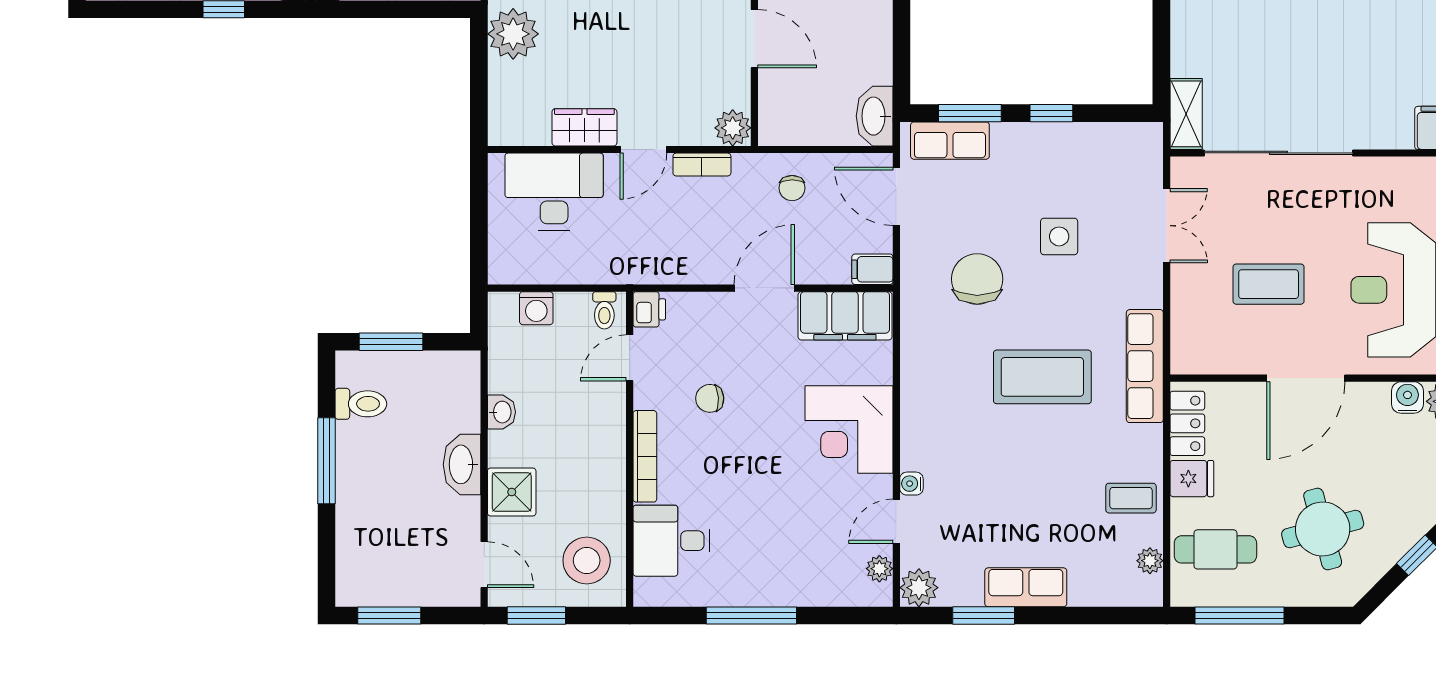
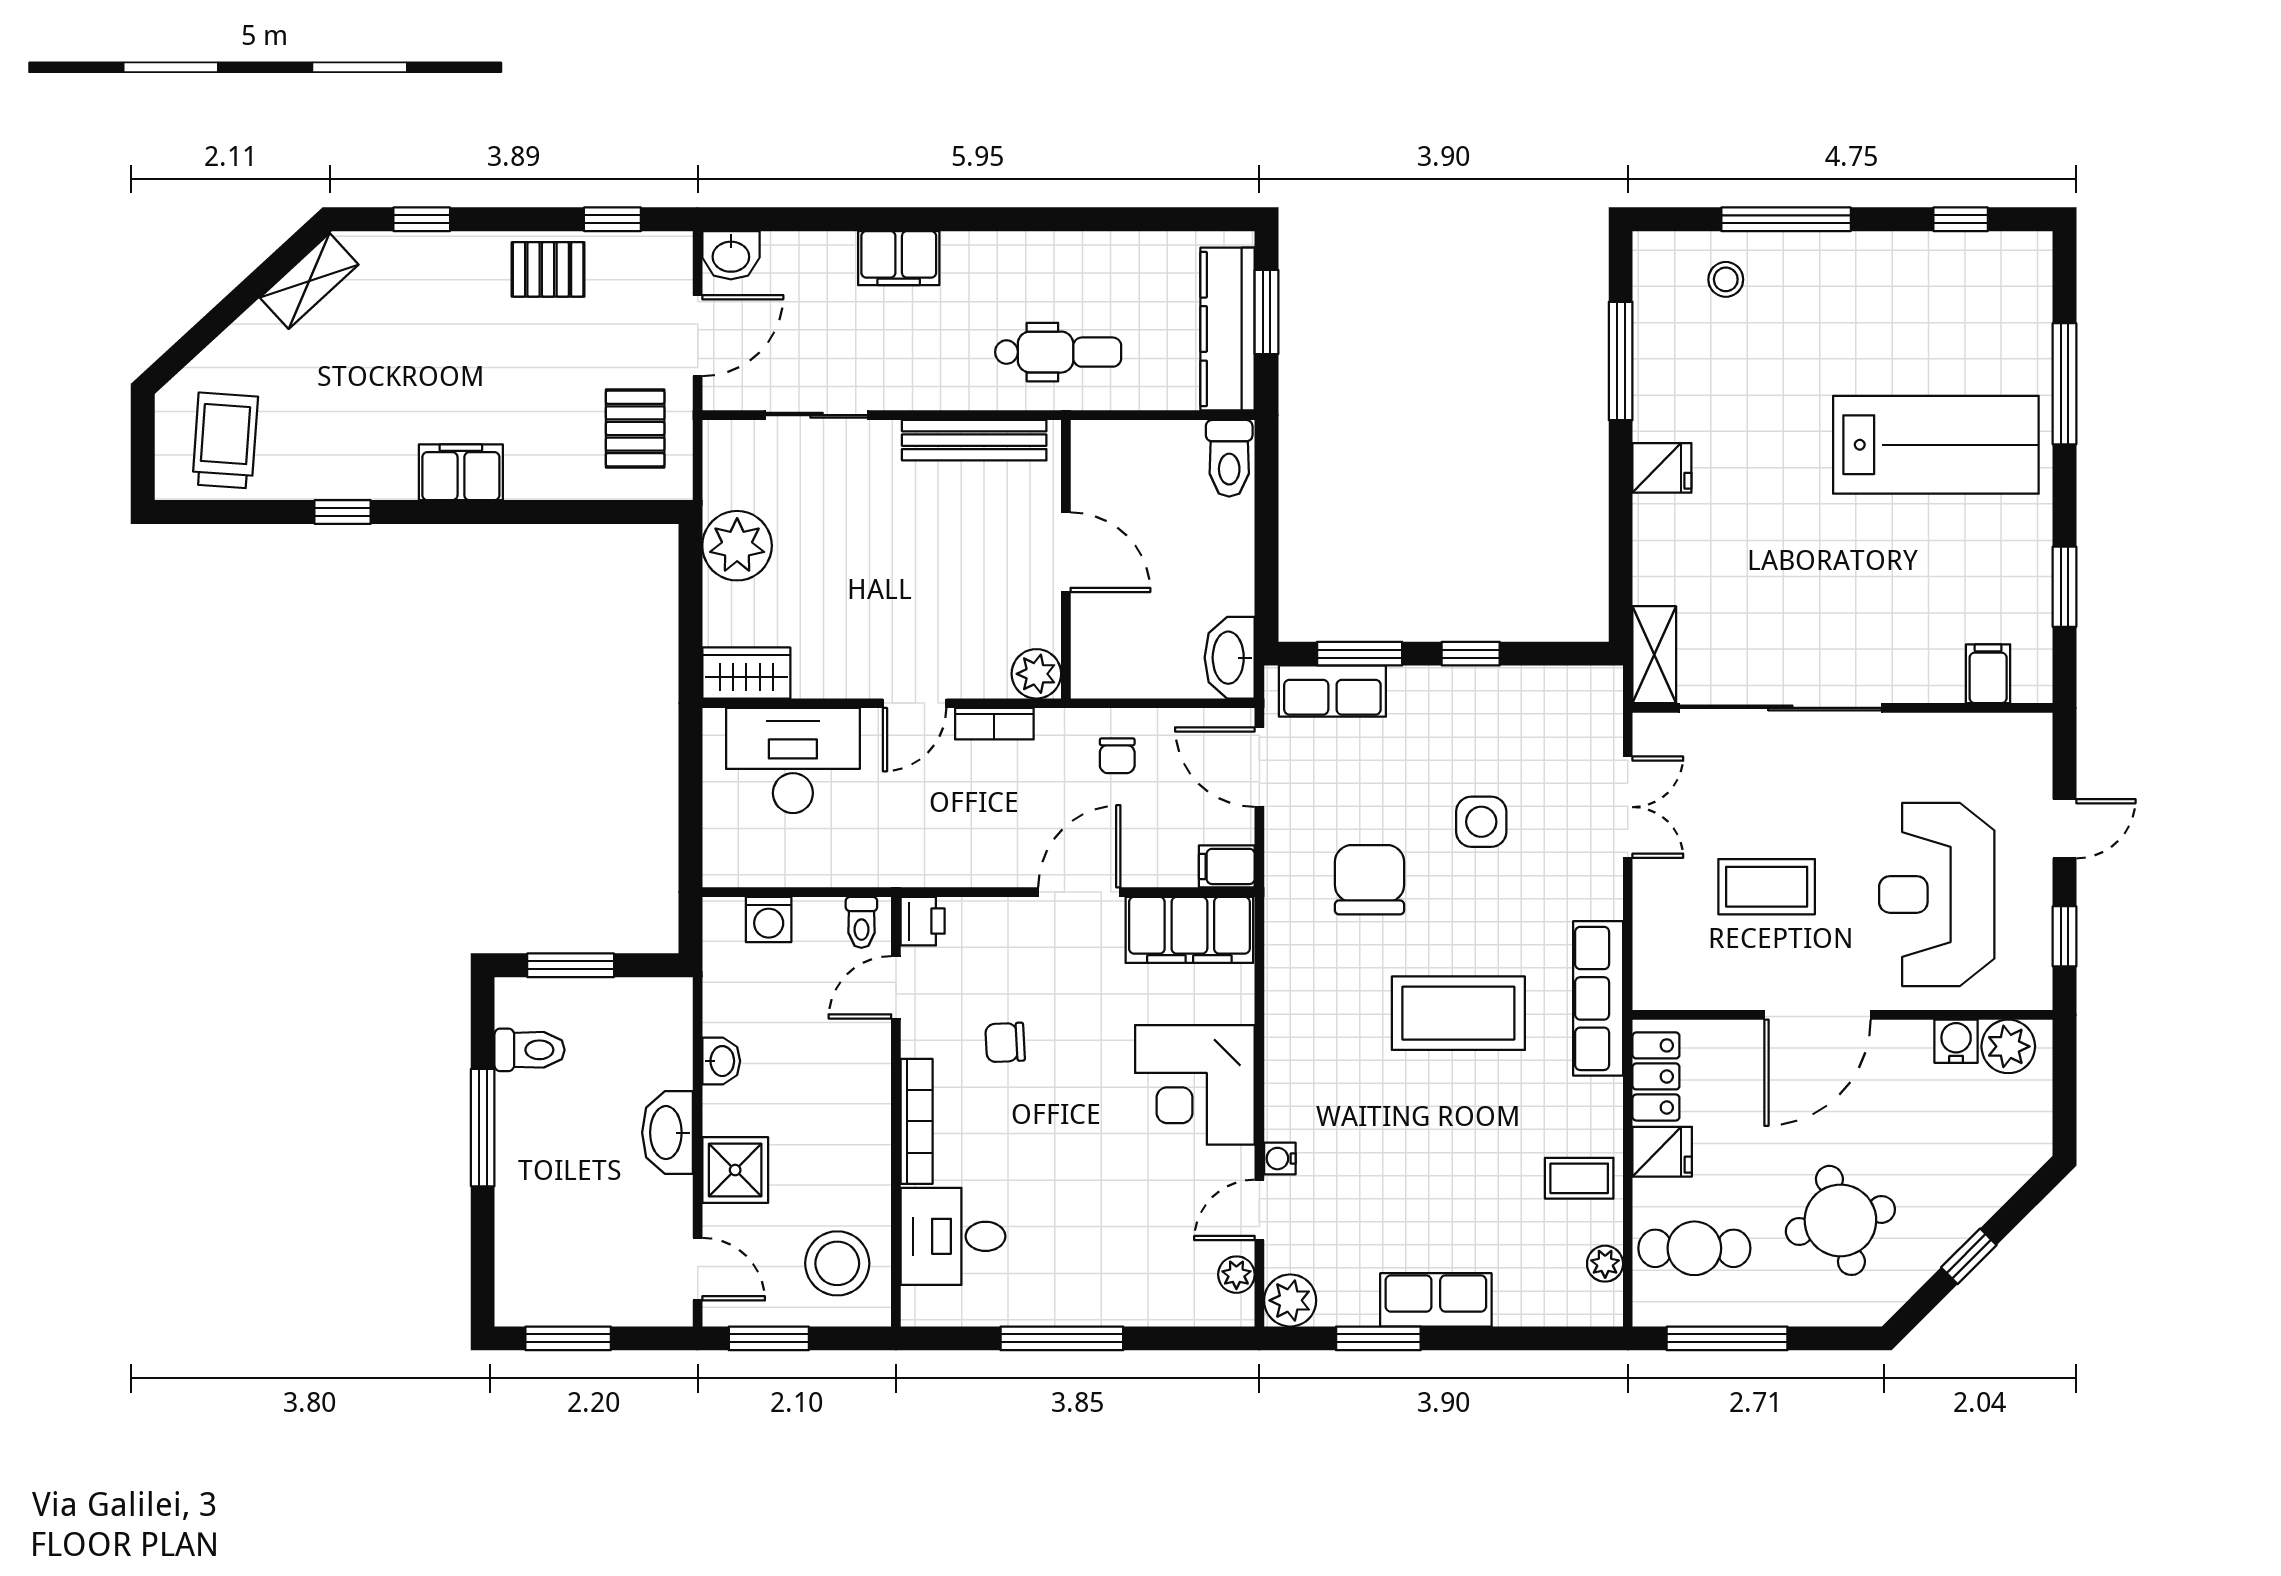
wardrobe: (584, 127) -> (746, 673), moved

